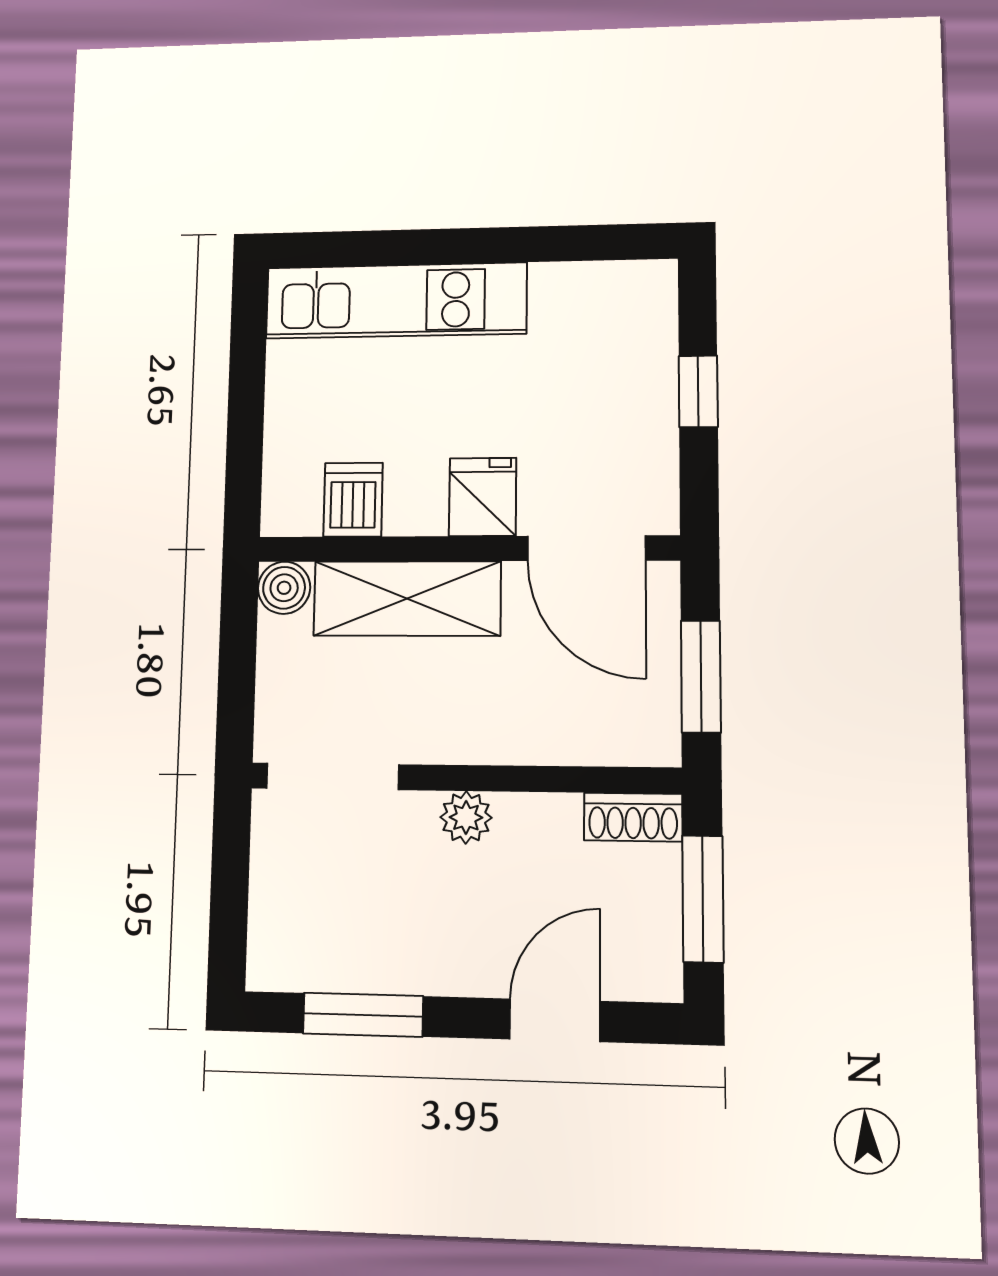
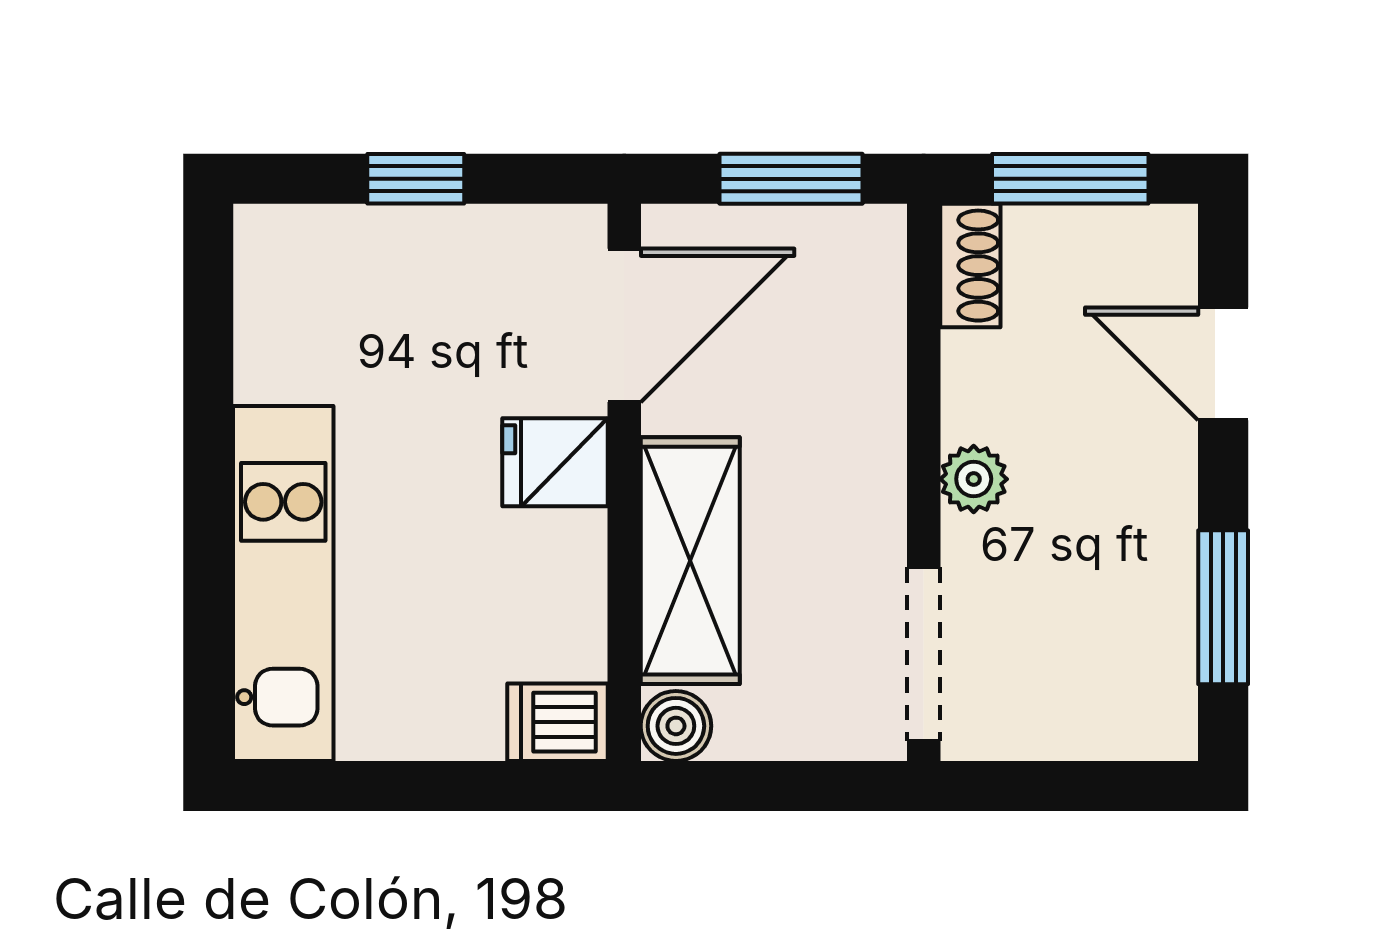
dishwasher: (353, 500) -> (557, 722), moved

